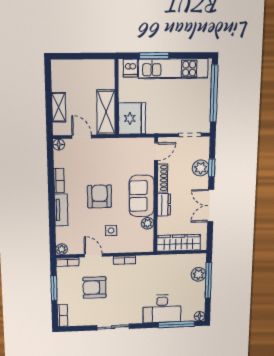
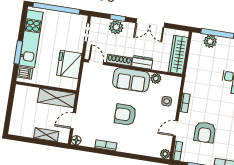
fridge: (132, 118) -> (69, 64), moved, turned -90
tv unit: (61, 210) -> (131, 148), removed
side table: (111, 231) -> (167, 101), moved

